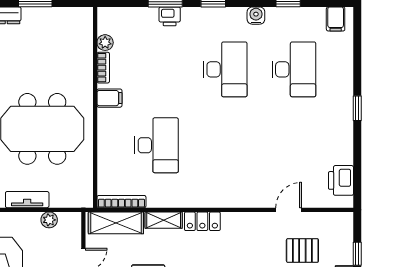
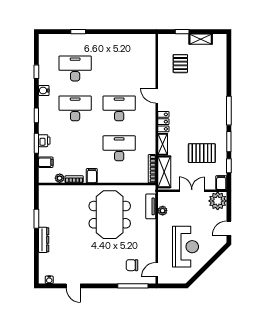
filing cabinet: (336, 19) -> (46, 162), moved
window: (357, 108) -> (78, 32), moved
desk: (225, 145) -> (119, 108), added
printer: (341, 180) -> (140, 41), removed
tv unit: (27, 200) -> (151, 206), moved
door: (289, 210) -> (157, 96), moved

